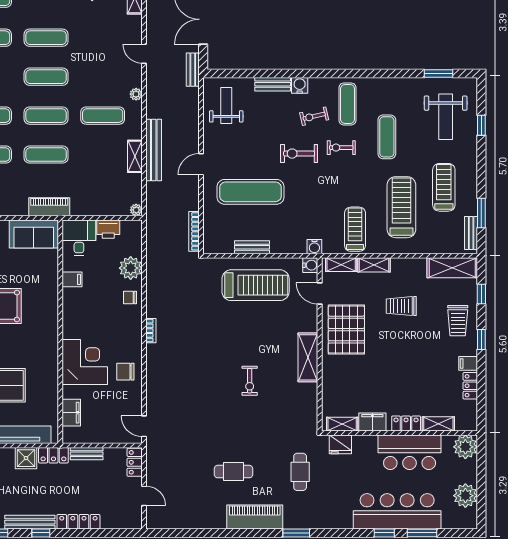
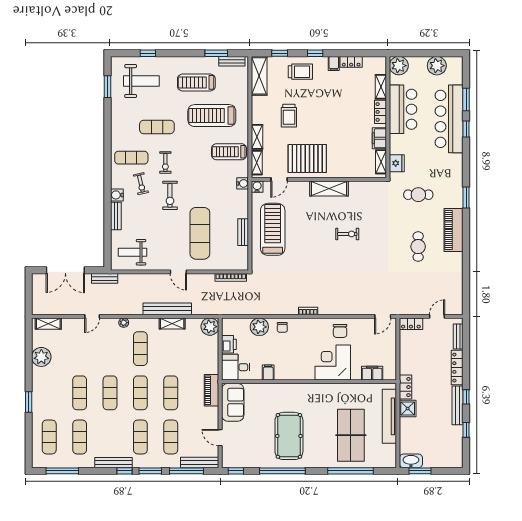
plant: (136, 210) -> (210, 327), width x1.87, depth x1.87
bench: (87, 454) -> (458, 336), moved

